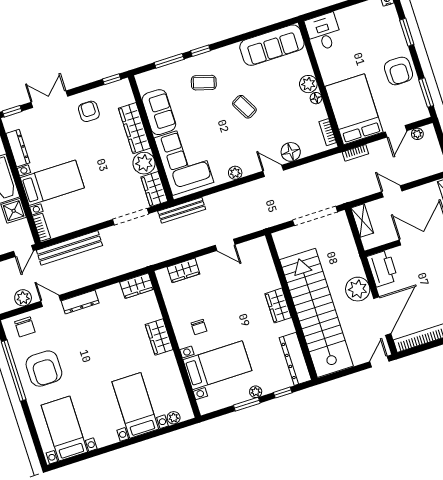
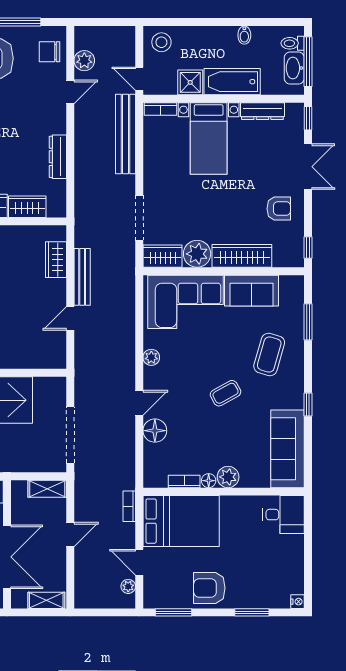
window: (200, 51) -> (308, 405), moved
coffee table: (204, 83) -> (269, 354), width x1.36, depth x1.30
bookcase: (328, 132) -> (184, 481), moved
bench: (182, 210) -> (82, 277), moved
wardrobe: (137, 286) -> (27, 207), moved, turned 90
dresser: (80, 302) -> (58, 157), moved

